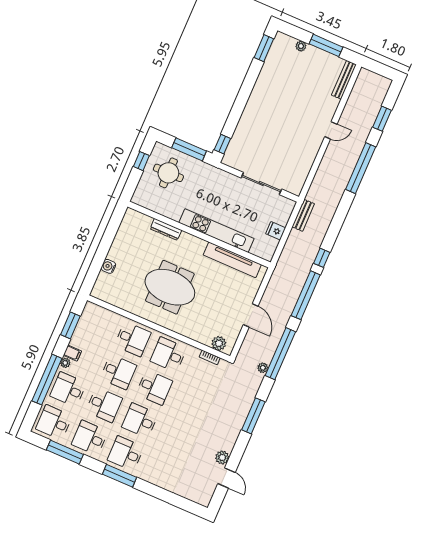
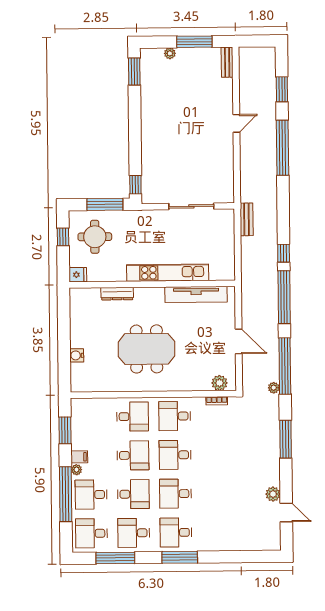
bench: (344, 80) -> (227, 62), width x0.73
fridge: (276, 231) -> (78, 275), moved, turned 180
desk: (154, 387) -> (175, 455), turned 180

